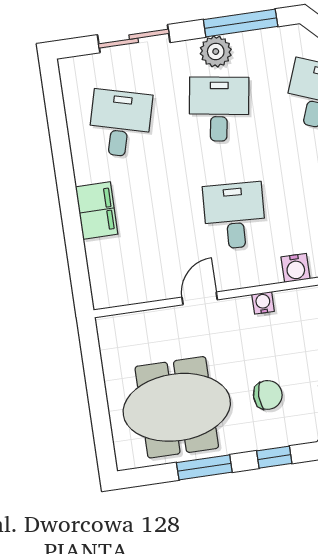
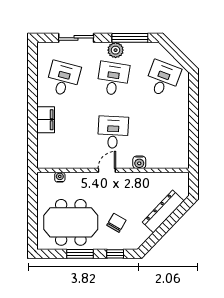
door: (200, 298) -> (107, 170), moved
water cooler: (263, 303) -> (60, 177), moved
chair: (268, 395) -> (116, 223), turned -60

